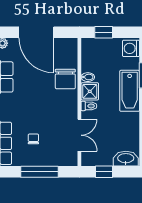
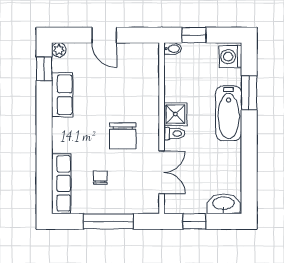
door: (36, 32) -> (104, 35), width x0.53
bidet: (88, 77) -> (173, 49), moved
chair: (65, 79) -> (123, 136), moved

